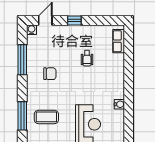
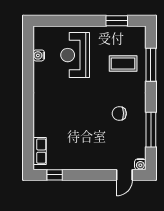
window: (74, 21) -> (55, 175), moved
wheelchair: (87, 58) -> (76, 131), removed
water cooler: (119, 104) -> (39, 55), moved

